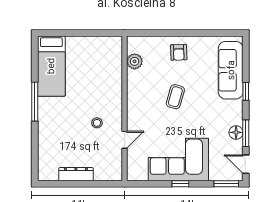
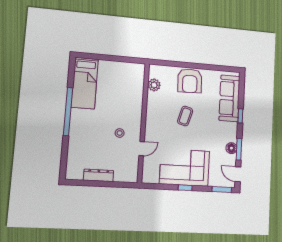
armchair: (179, 52) -> (190, 81), width x1.88, depth x1.88
window: (35, 102) -> (68, 112), width x1.46

